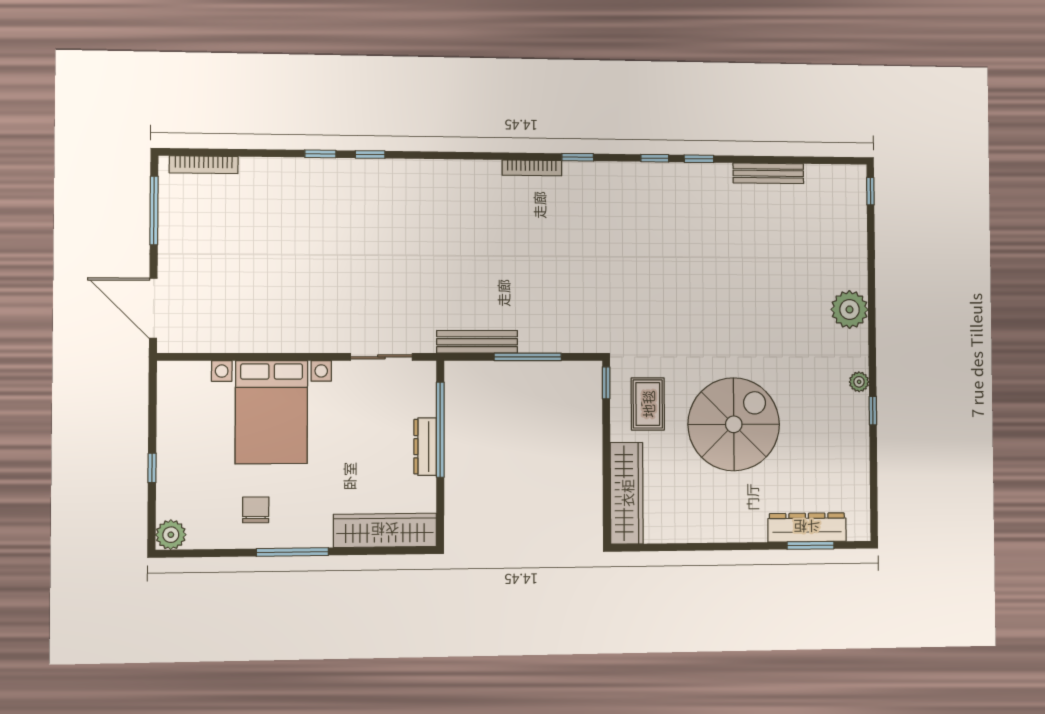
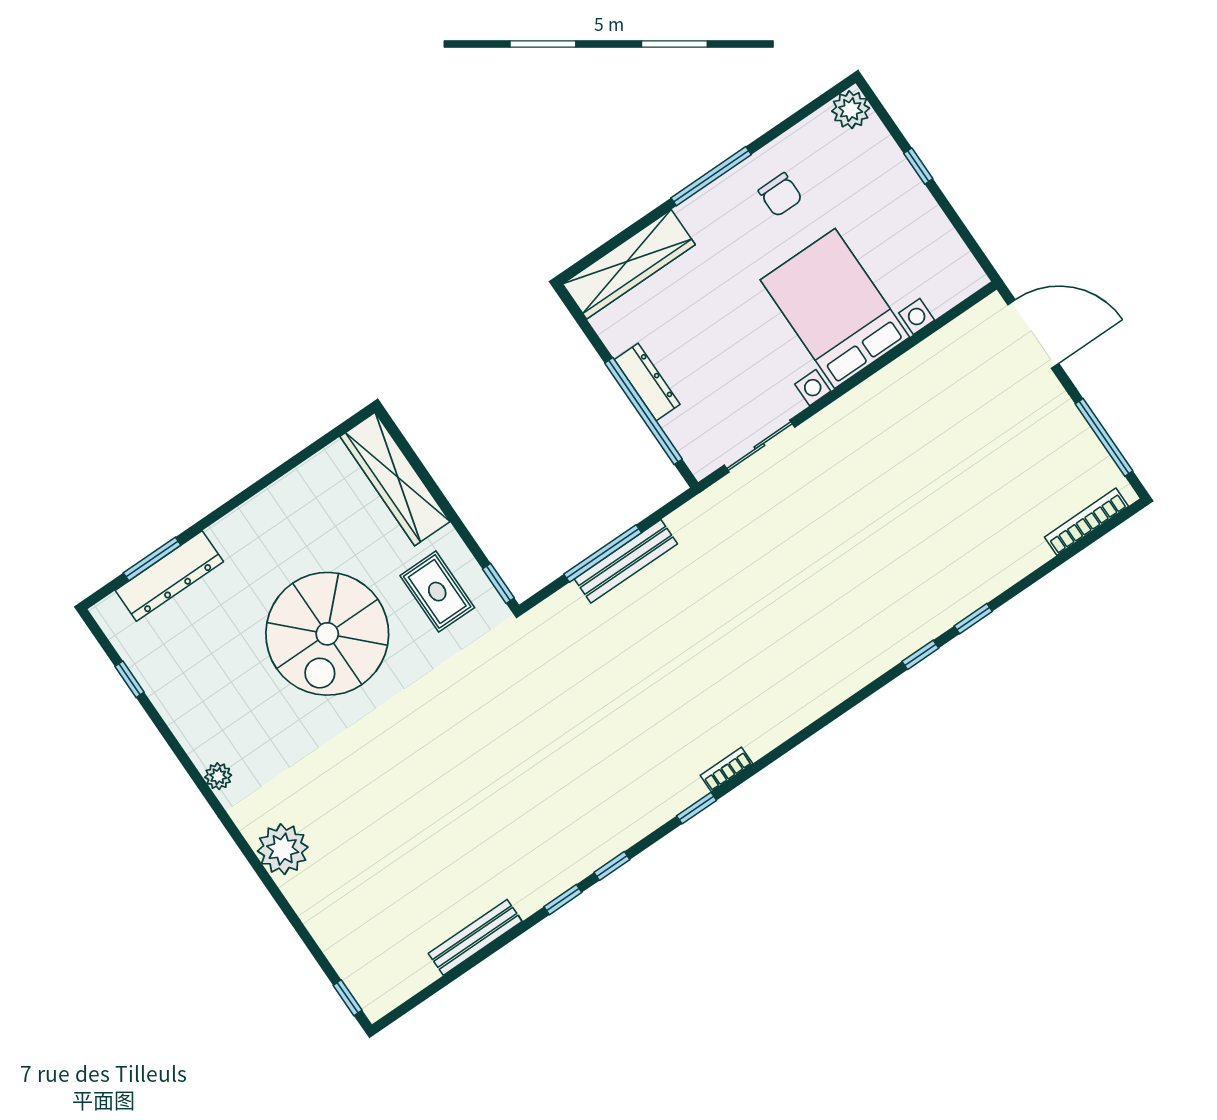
bookcase: (532, 168) -> (726, 769), width x0.64
bench: (477, 342) -> (626, 561), moved
window: (873, 411) -> (130, 679), moved

